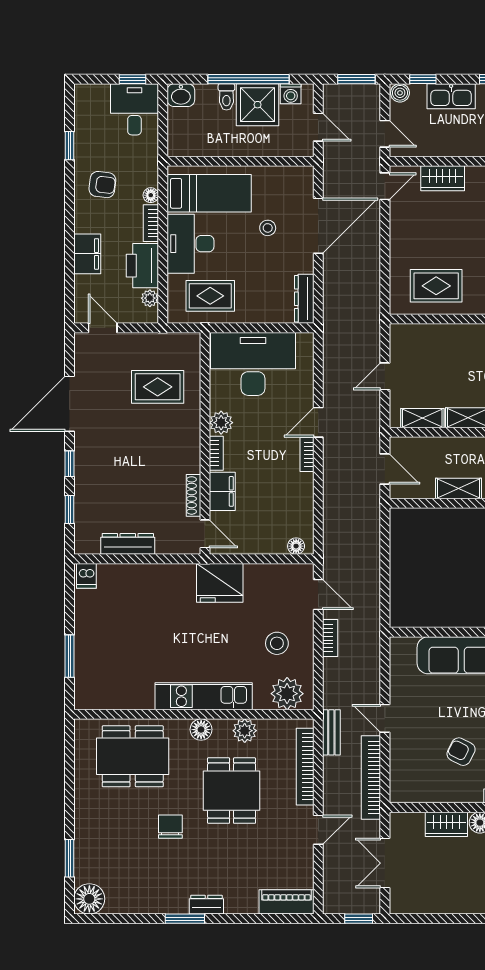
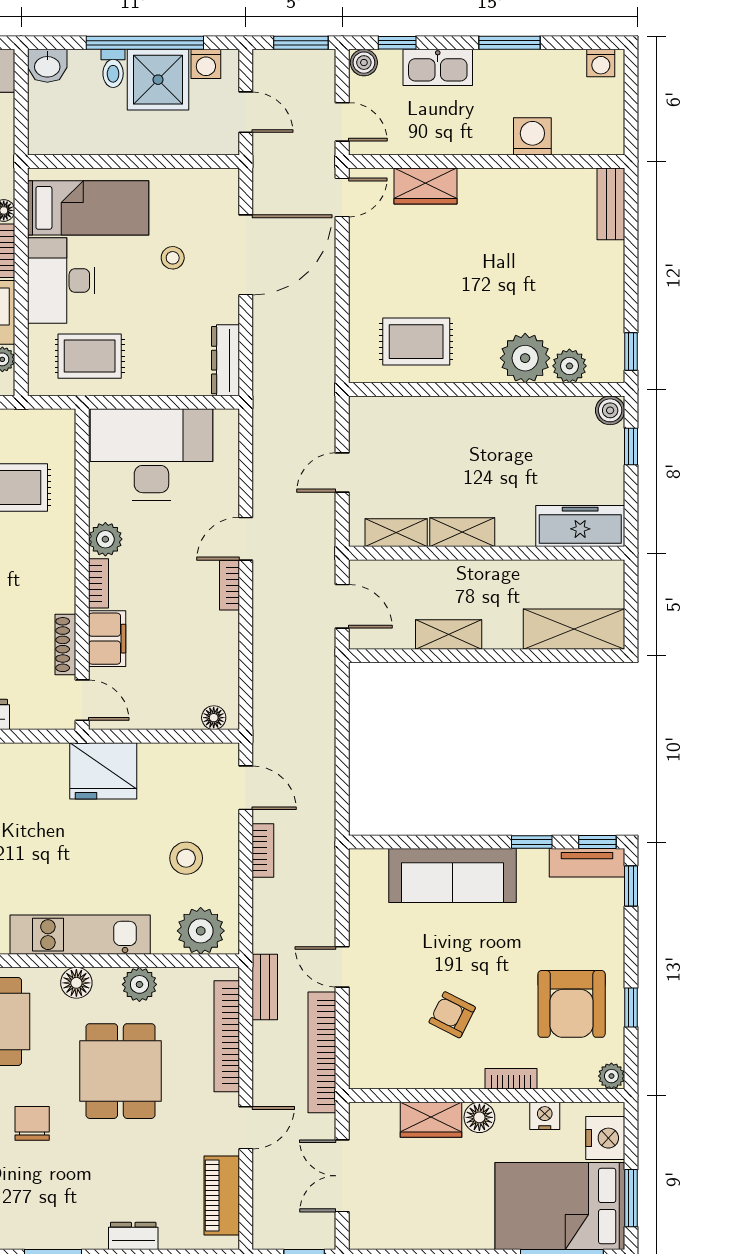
piano: (286, 902) -> (222, 1195), moved, turned -90
dresser: (206, 905) -> (133, 1236), moved

